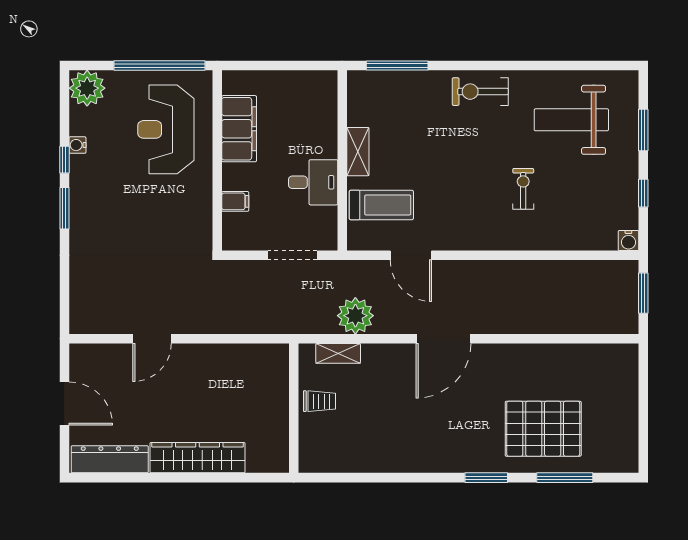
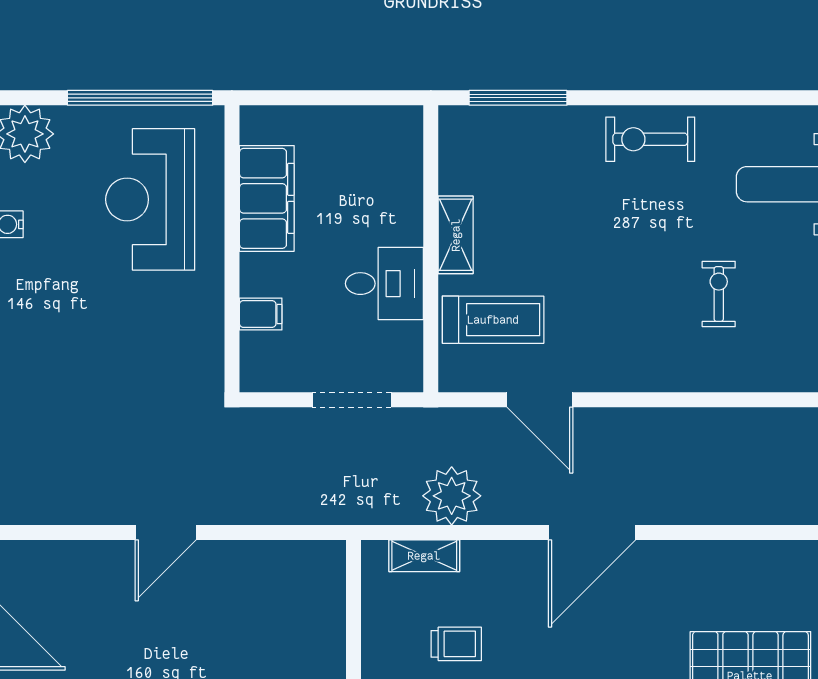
door: (152, 339) -> (166, 532), moved
trolley: (319, 401) -> (456, 644), moved

